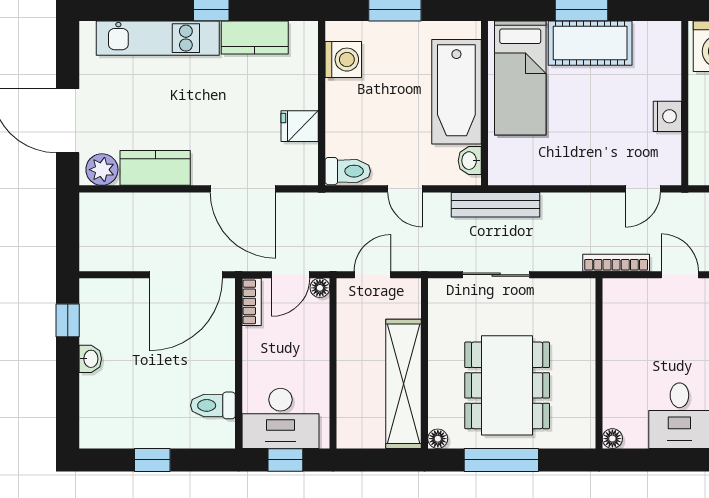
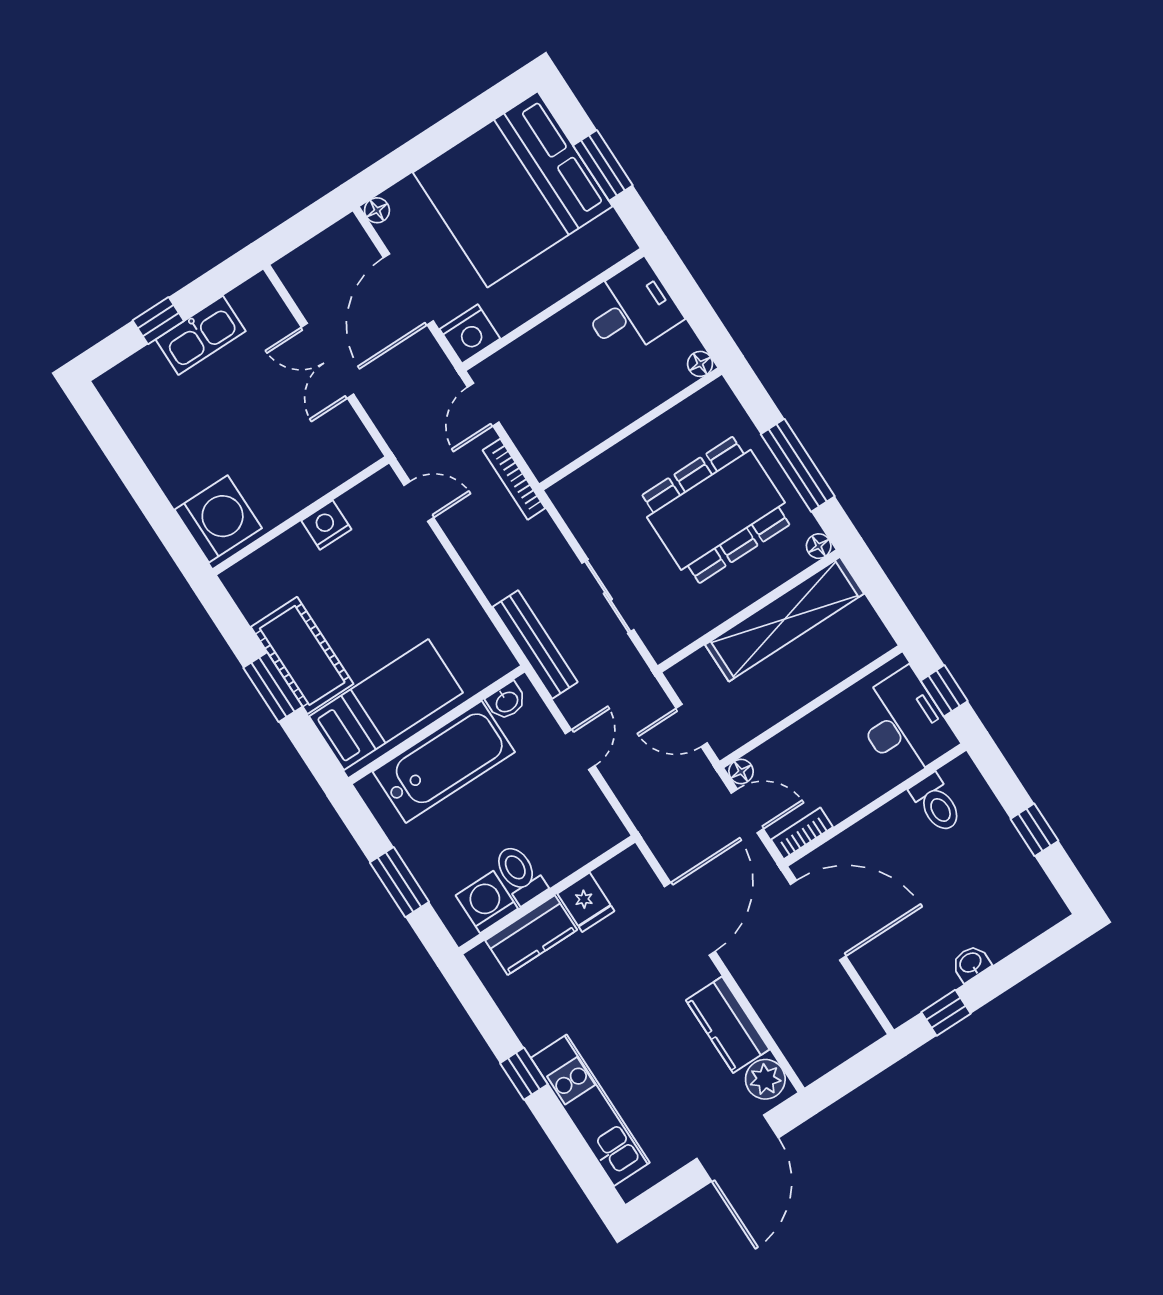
kitchen counter: (255, 37) -> (531, 935), moved, turned 90
toilet: (348, 171) -> (520, 874), moved

